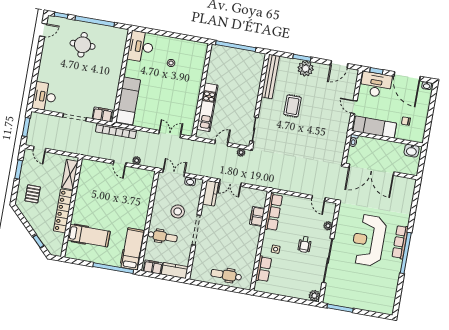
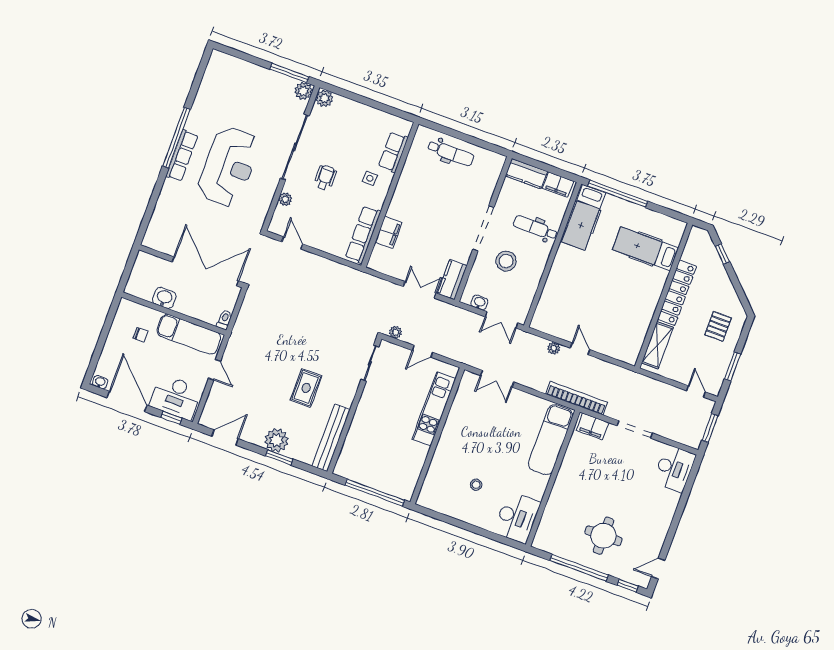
washbasin: (412, 151) -> (164, 298), moved
plant: (329, 298) -> (303, 91), added

